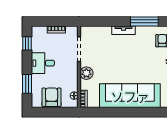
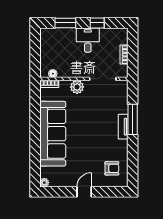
window: (144, 21) -> (133, 119), moved
window: (27, 43) -> (97, 23), moved
armchair: (52, 97) -> (51, 49), removed

